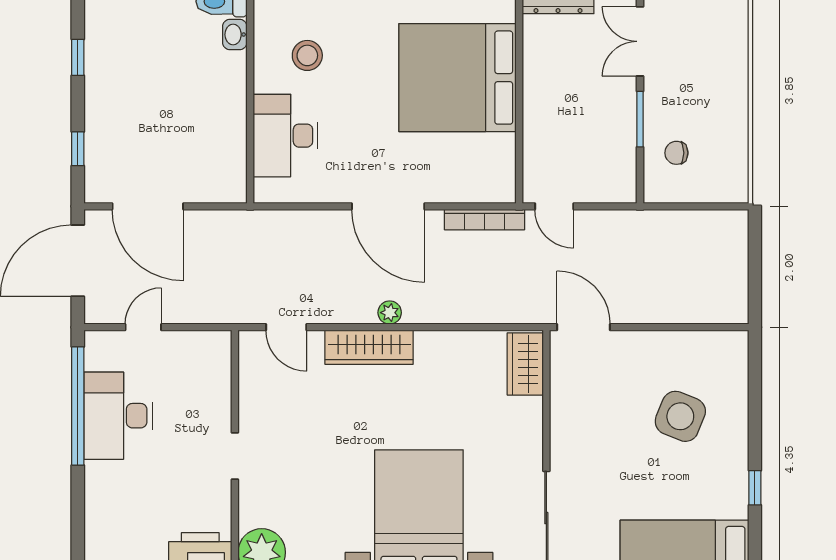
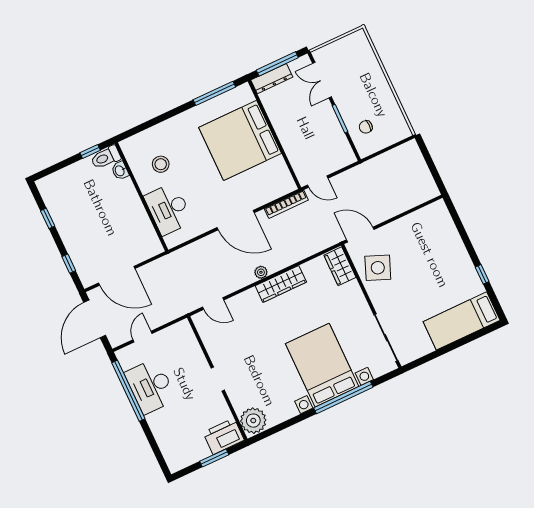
wardrobe: (369, 347) -> (281, 284), moved
side table: (680, 416) -> (378, 268), moved

